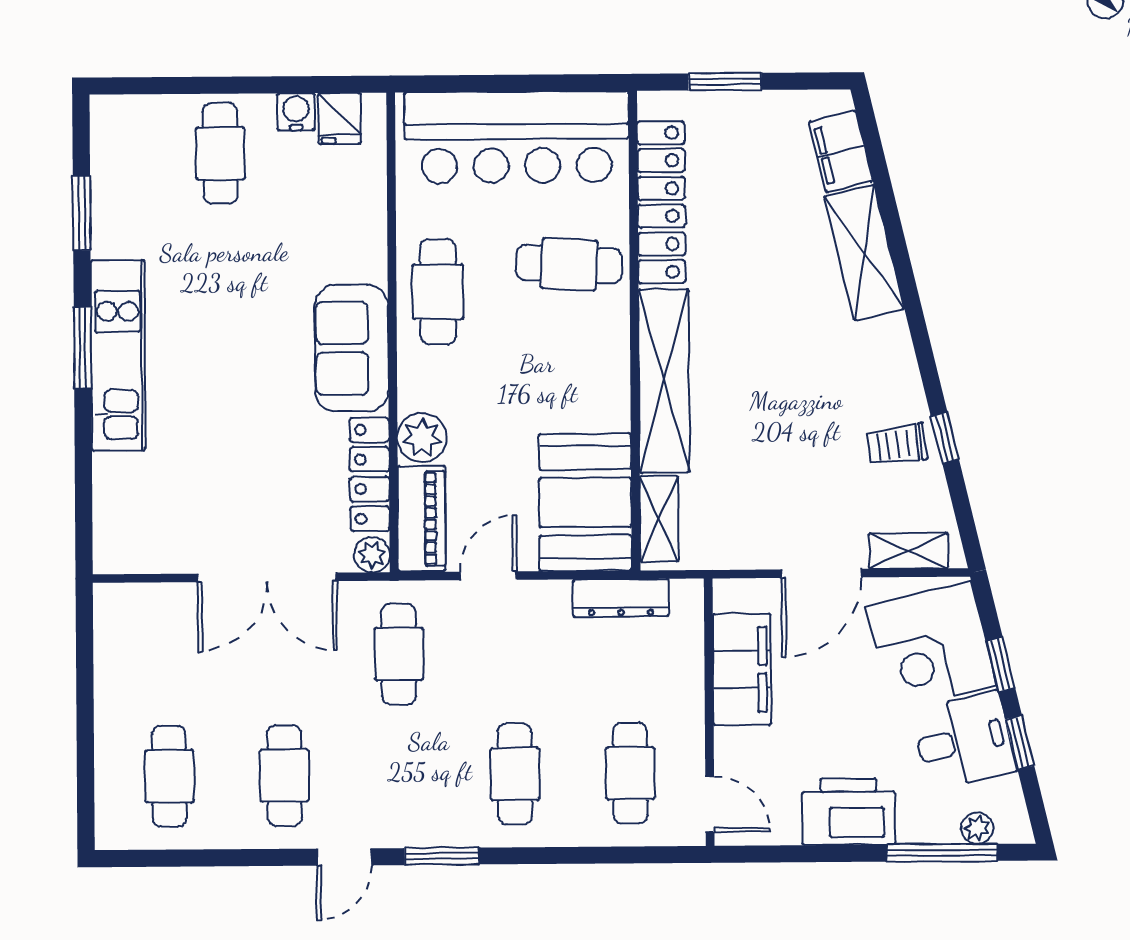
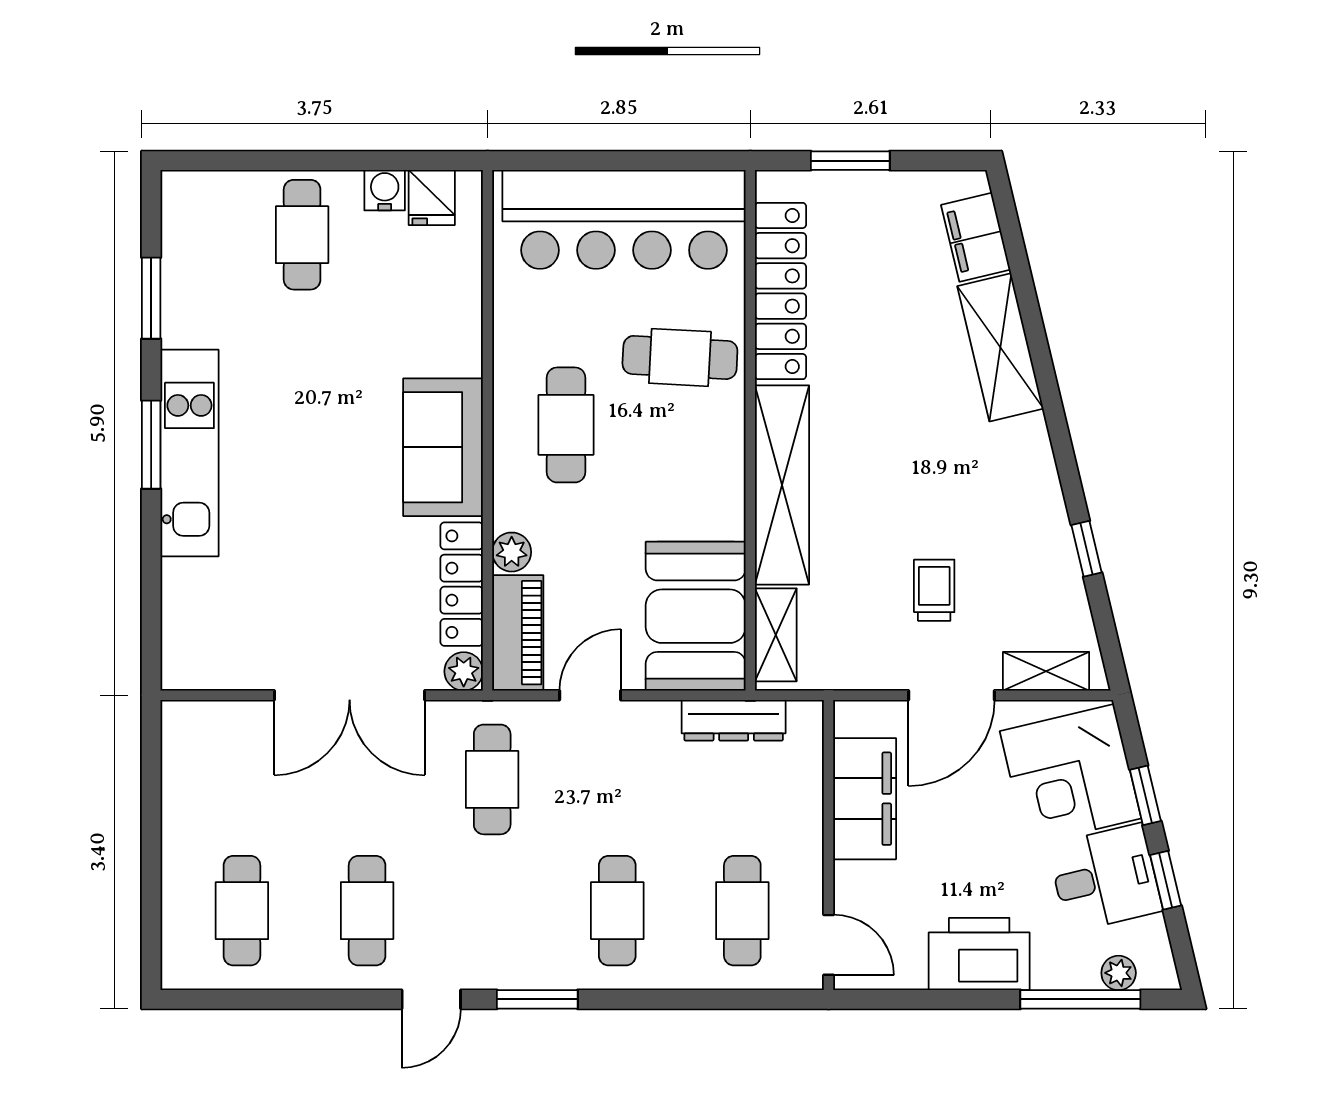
cafe table: (438, 292) -> (566, 425), moved
plant: (422, 438) -> (512, 552), width x0.73, depth x0.73
trolley: (897, 445) -> (934, 590), moved, turned 97

